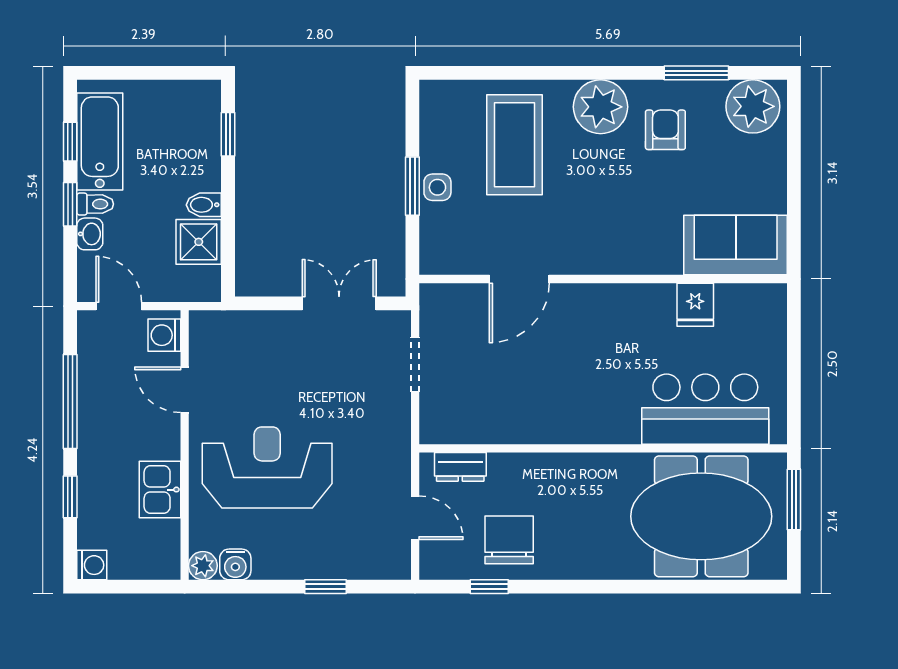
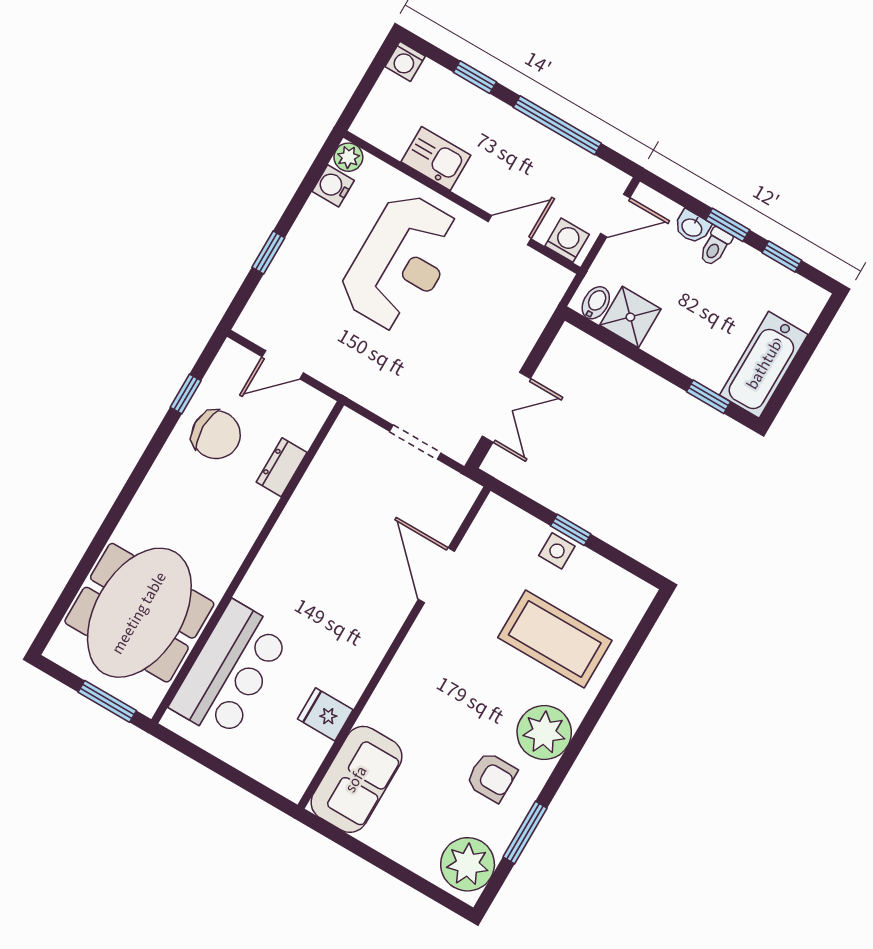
bathtub: (100, 142) -> (764, 365), moved, turned 90
window: (412, 186) -> (571, 530), width x0.67
bidet: (204, 205) -> (596, 303), moved
dresser: (460, 467) -> (282, 467), moved

